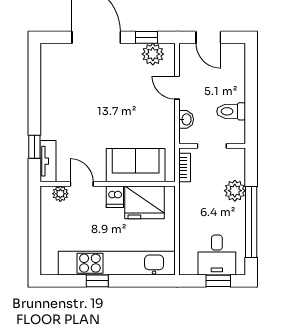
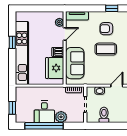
armchair: (72, 107) -> (106, 29), added
coffee table: (110, 108) -> (106, 49), added
window: (34, 147) -> (112, 8), moved
desk: (217, 255) -> (44, 112), moved, turned -90

